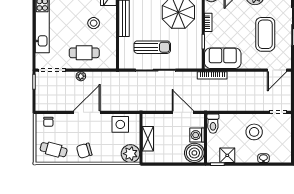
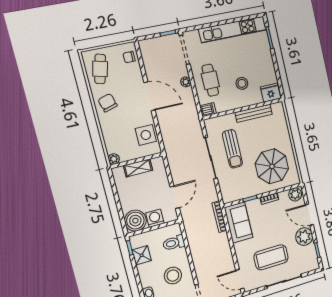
dishwasher: (111, 62) -> (208, 110), added
toilet: (213, 124) -> (174, 243), moved
plant: (130, 154) -> (114, 159), width x0.53, depth x0.53

